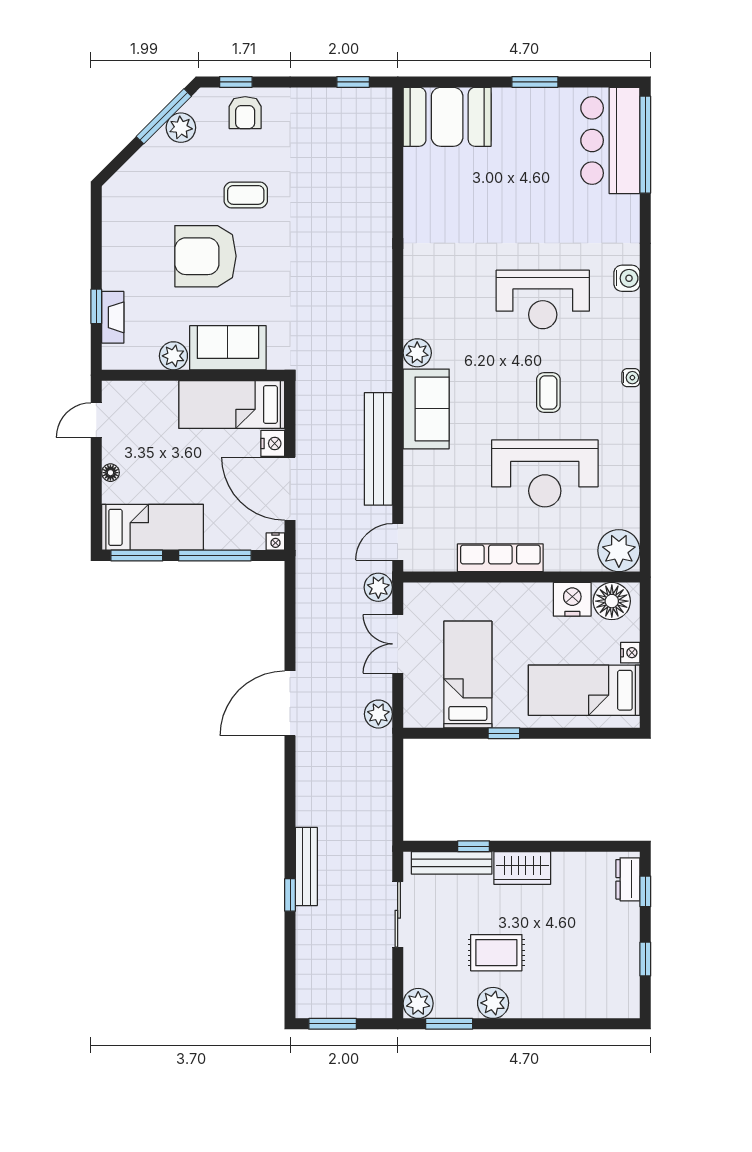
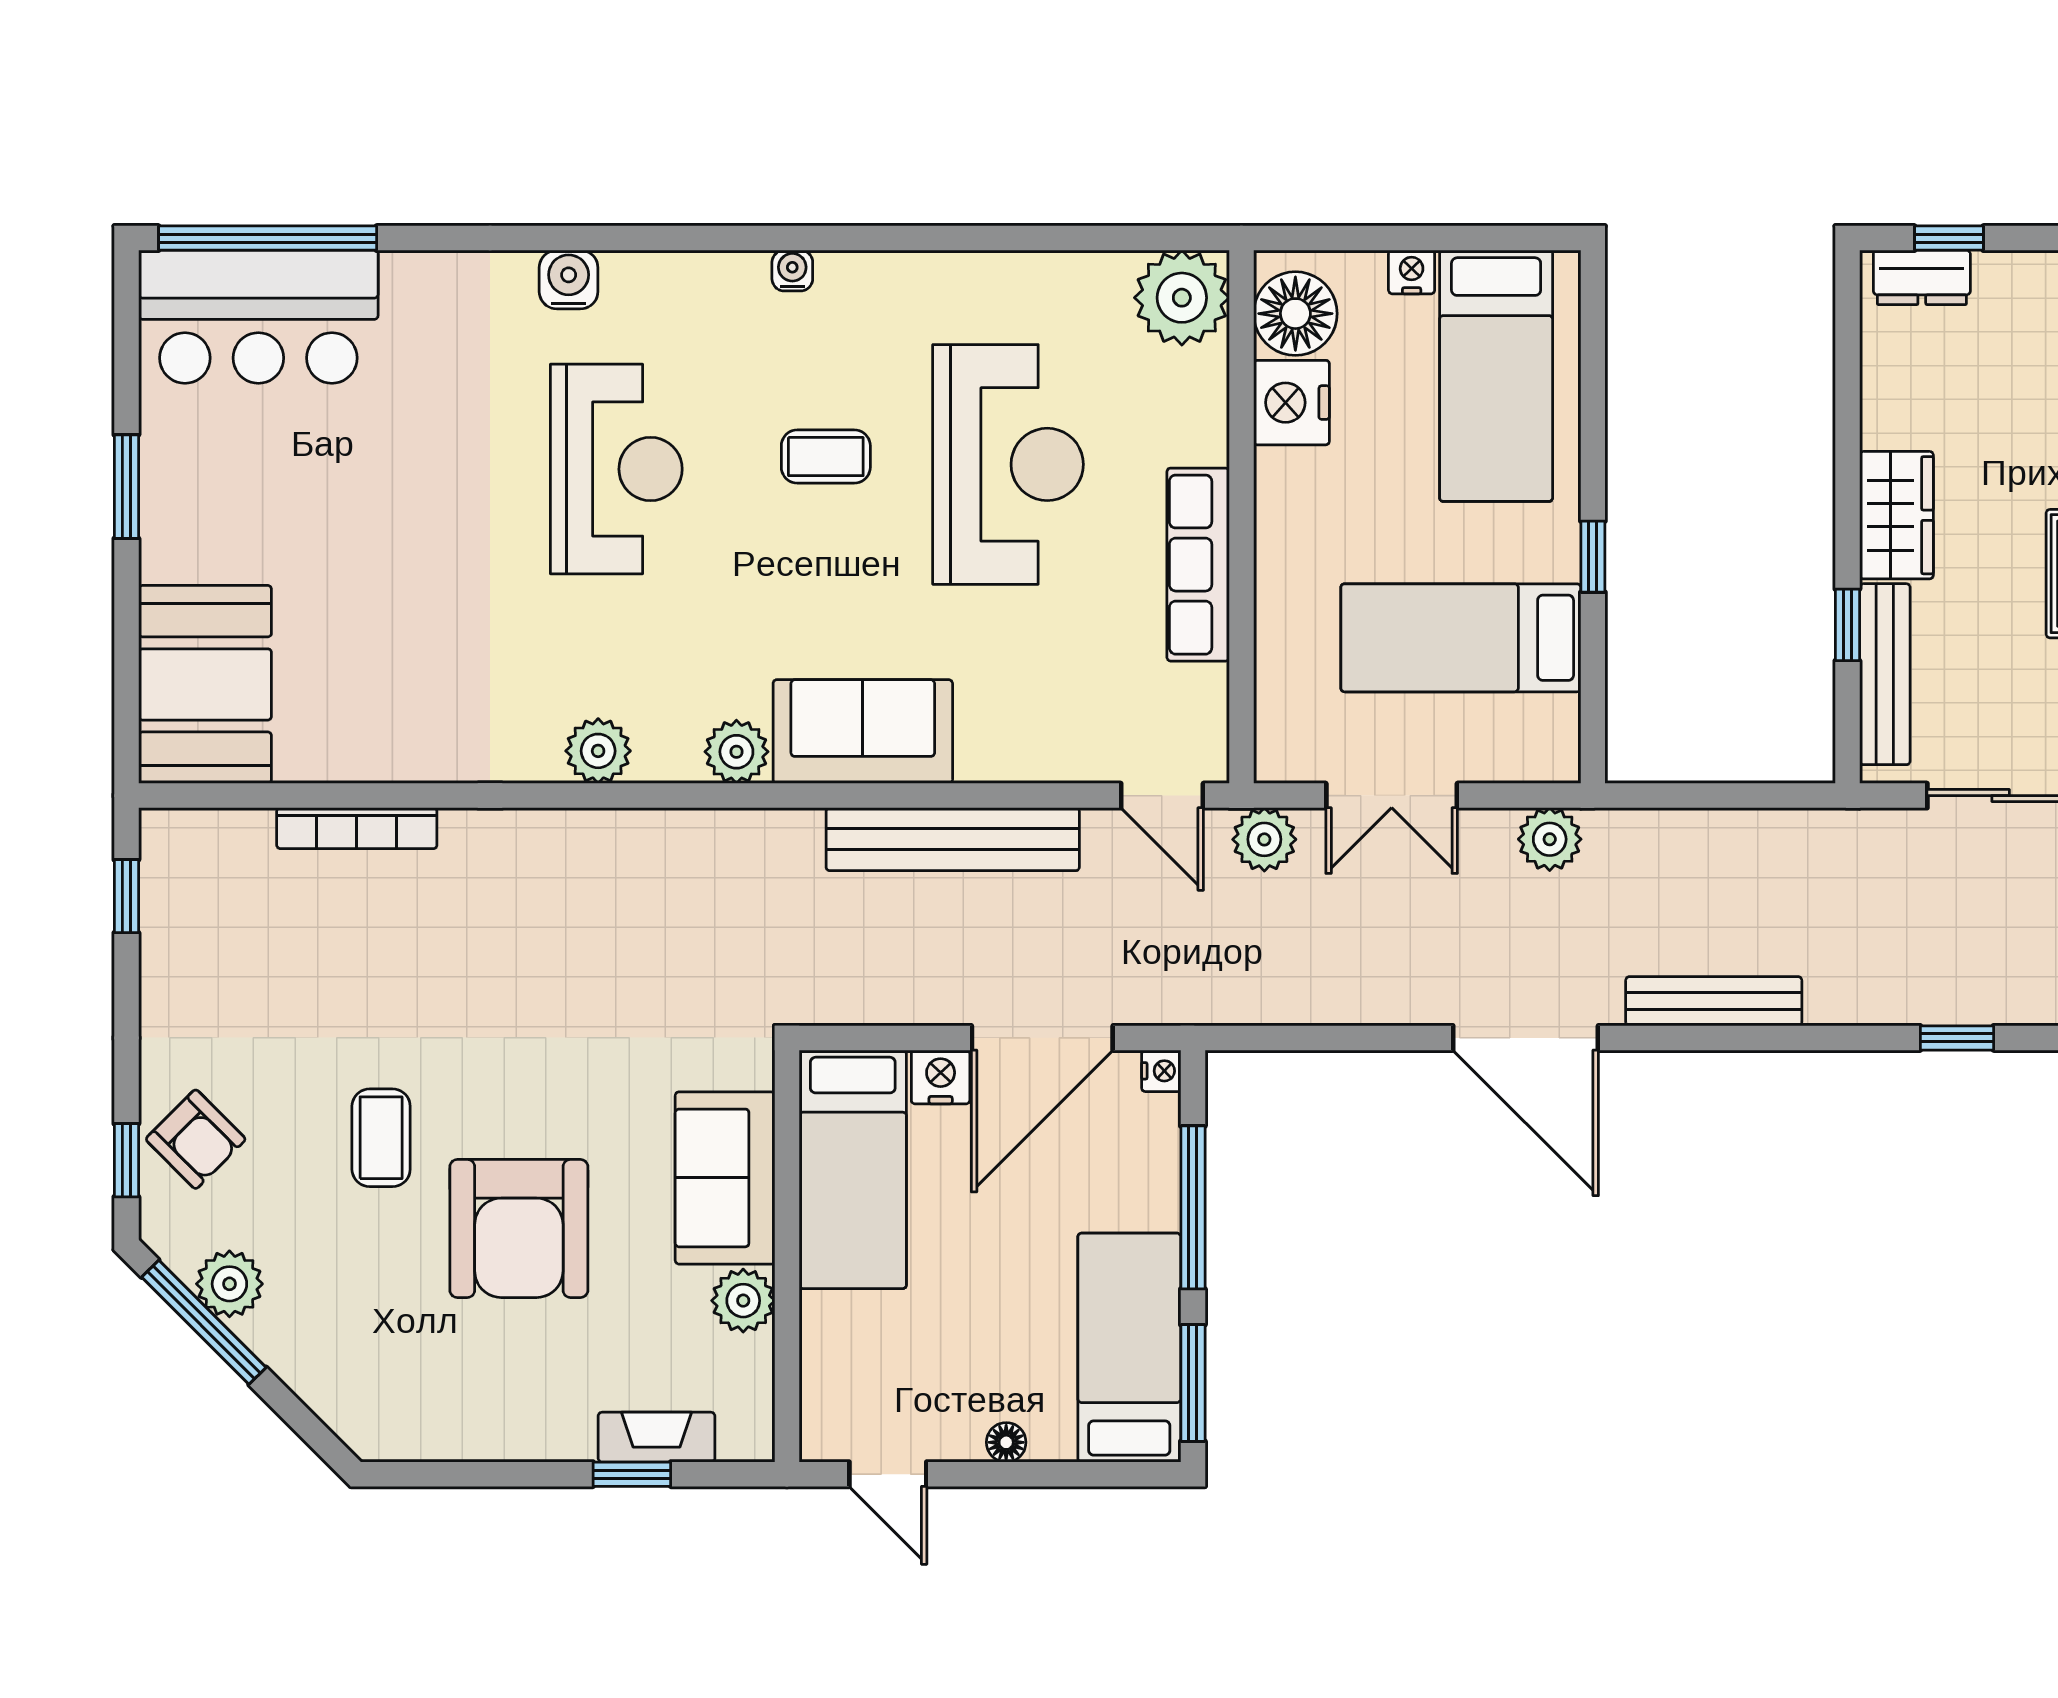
armchair: (245, 113) -> (196, 1139), turned 45
bookcase: (383, 184) -> (357, 828), added
plant: (418, 291) -> (598, 751), added
bench: (306, 866) -> (1714, 1001), moved

